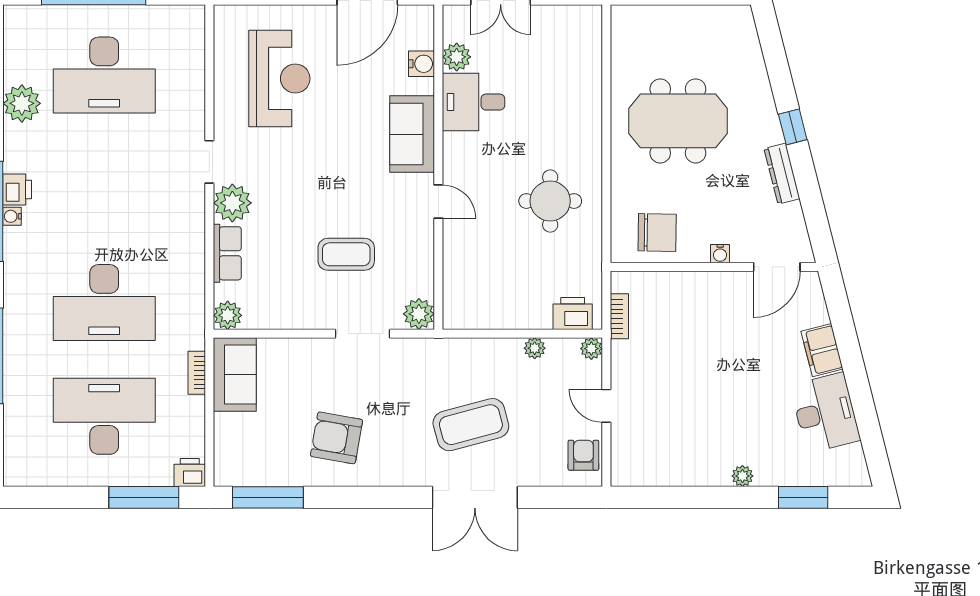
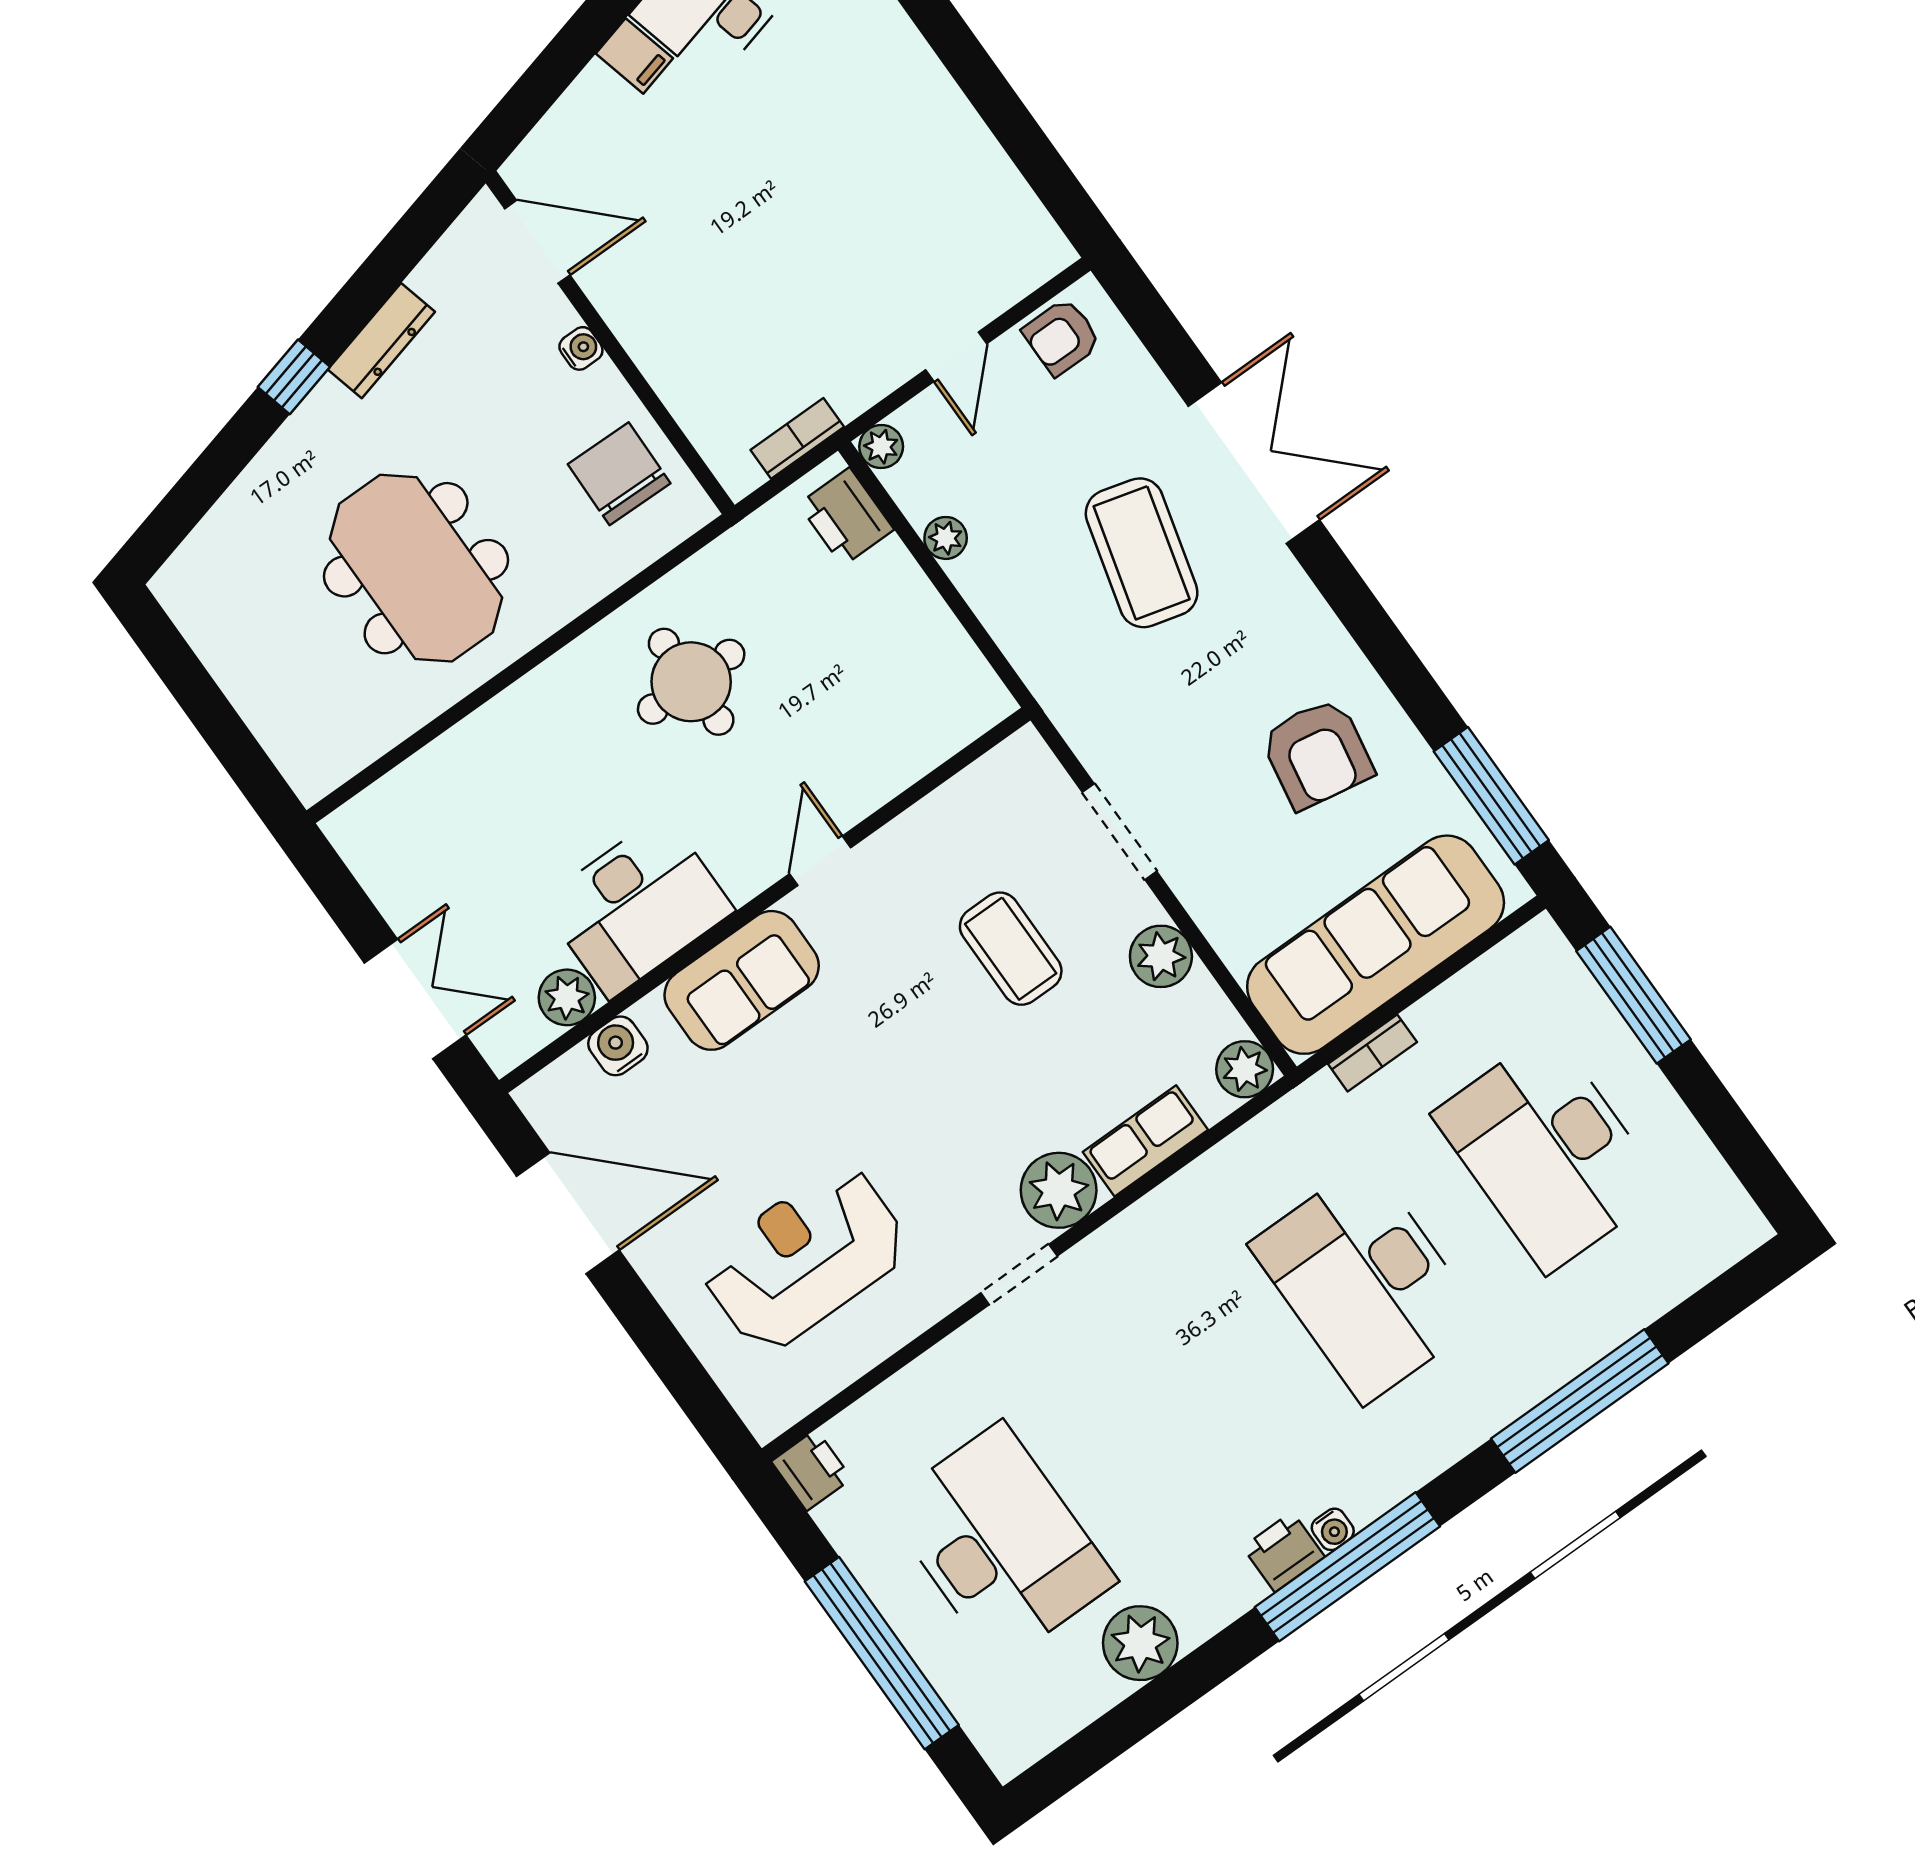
desk: (474, 102) -> (637, 906), width x1.37
desk: (104, 303) -> (1366, 1282), turned 180
plant: (419, 314) -> (1161, 956), moved
filing cabinet: (822, 350) -> (634, 56), width x0.50
sofa: (235, 374) -> (1376, 945), width x1.85, depth x1.27
coffee table: (471, 425) -> (1142, 553), turned 30
printer: (190, 473) -> (811, 1470), moved, turned 180
plant: (742, 476) -> (913, 57), removed

